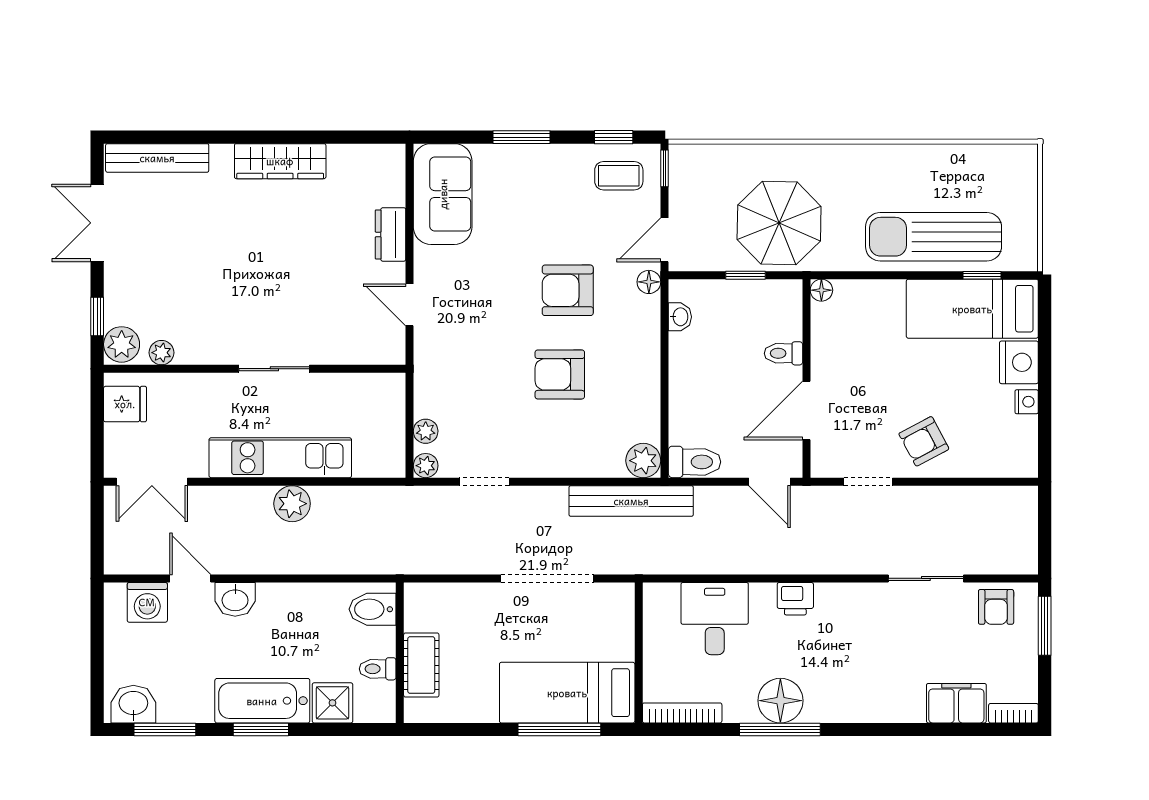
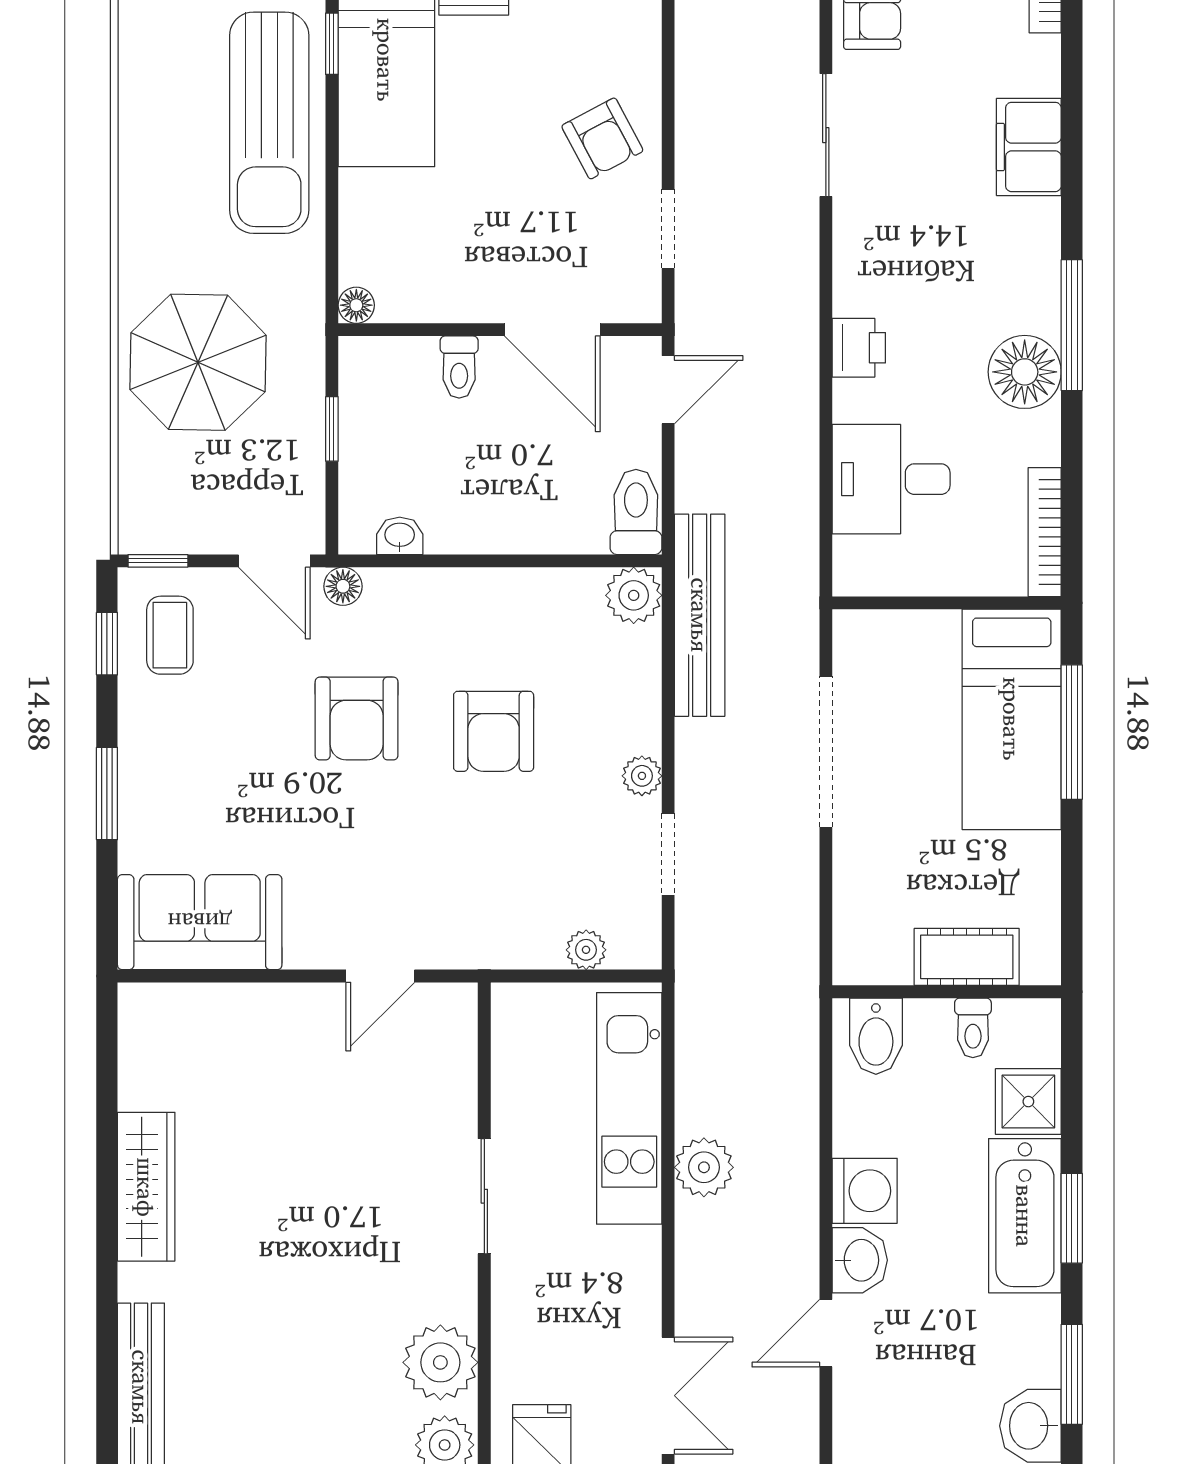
parasol: (779, 223) -> (198, 362), moved
dresser: (391, 234) -> (266, 1007), removed
plant: (161, 353) -> (440, 1362), width x1.88, depth x1.88
kitchen unit: (280, 458) -> (629, 1108), moved
plant: (426, 466) -> (642, 776), moved
washing machine: (147, 602) -> (865, 1191), moved
filing cabinet: (956, 703) -> (1029, 147), moved
window: (780, 729) -> (1072, 325), moved

